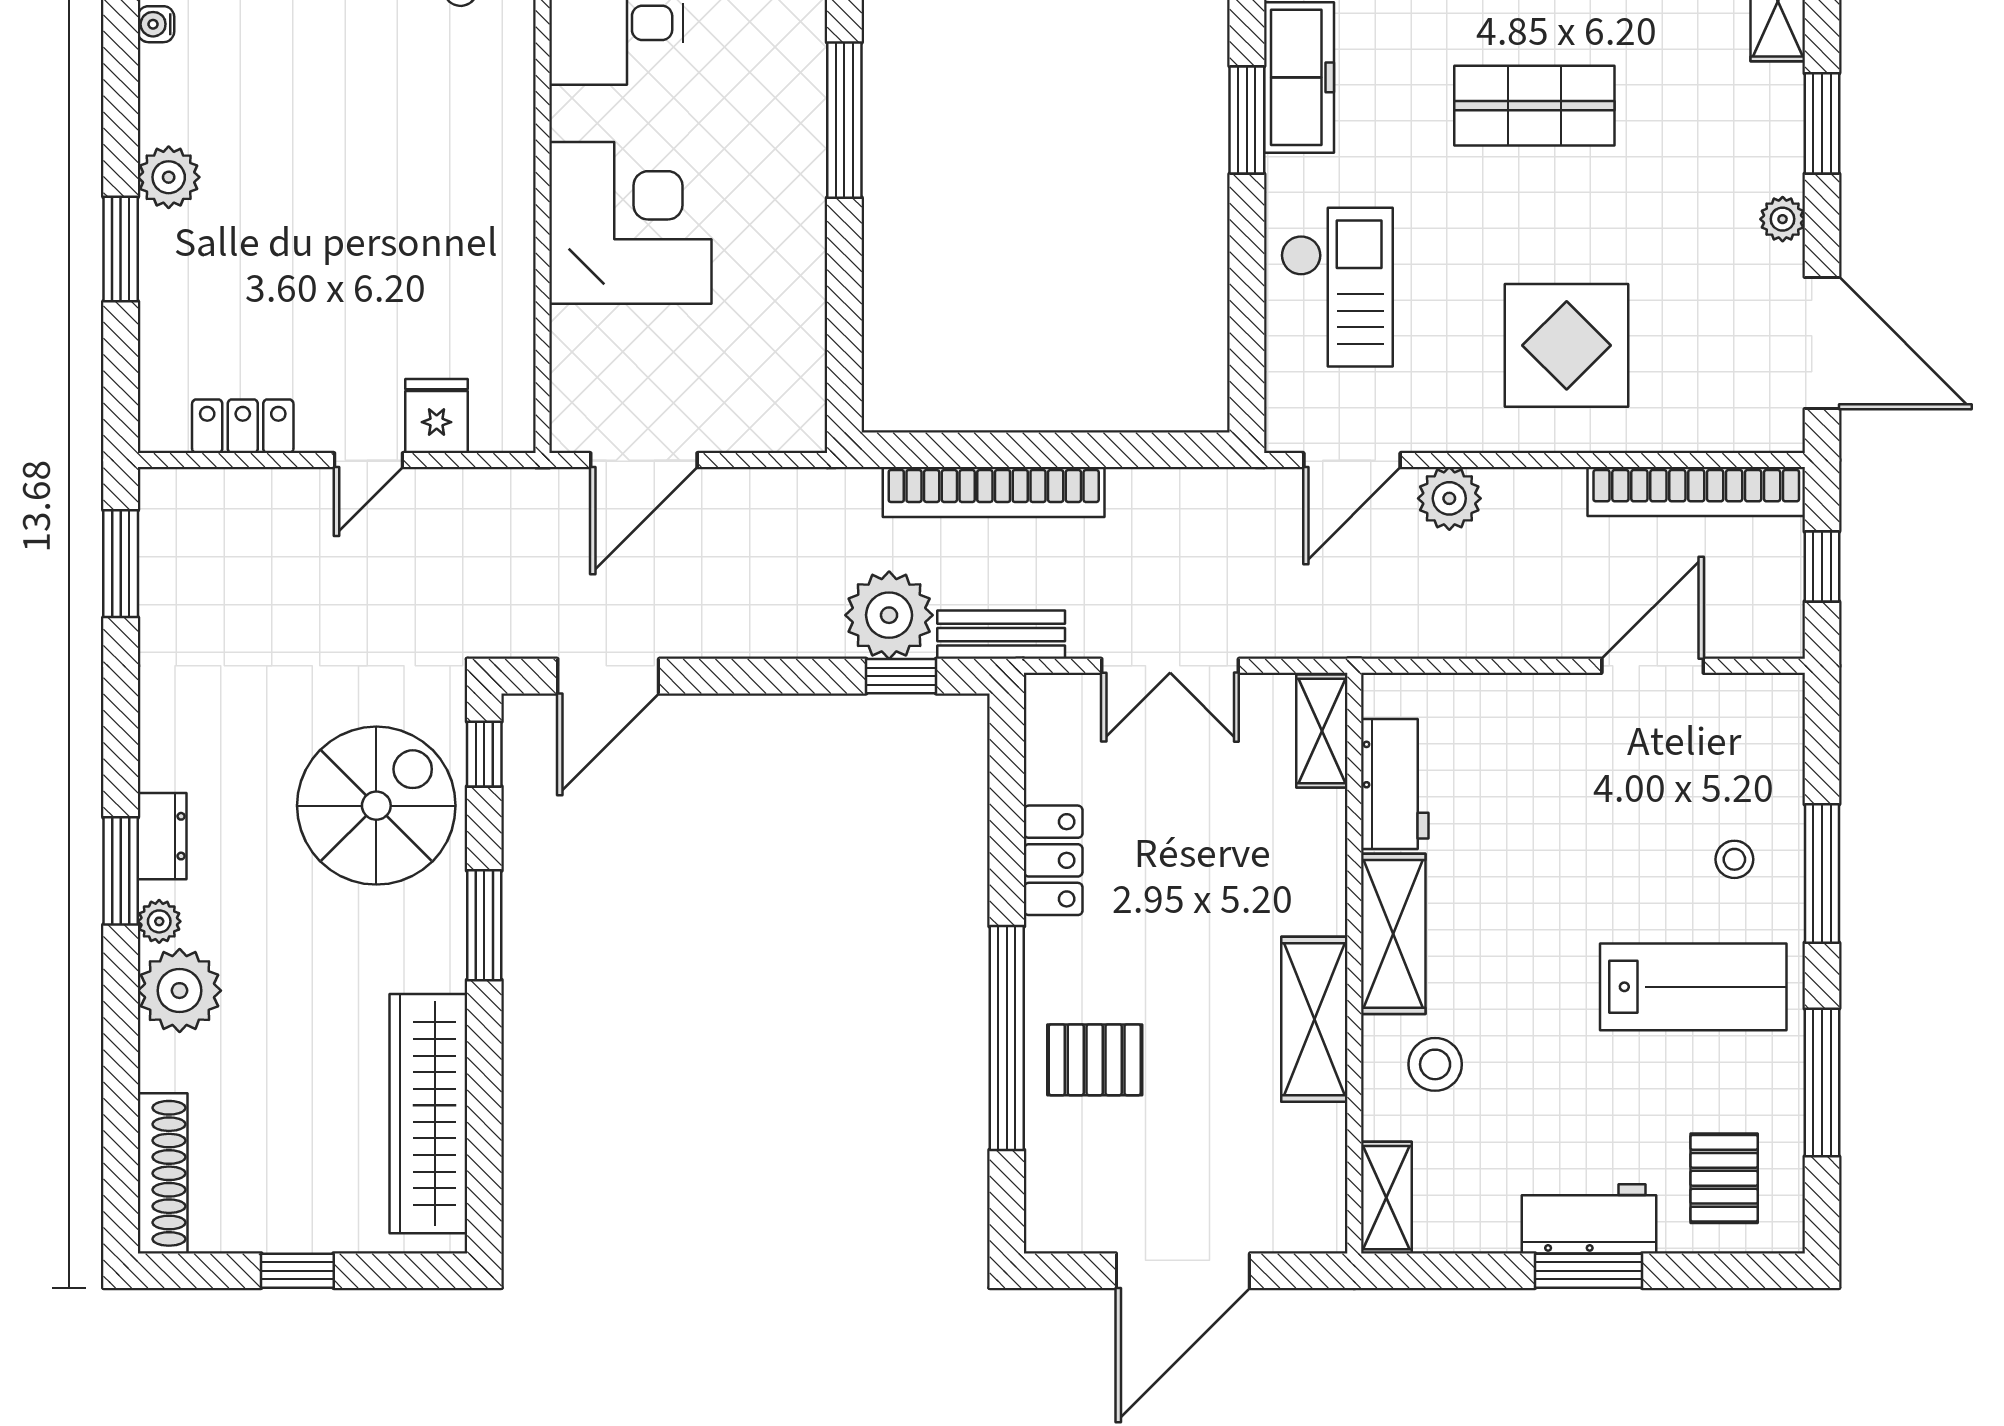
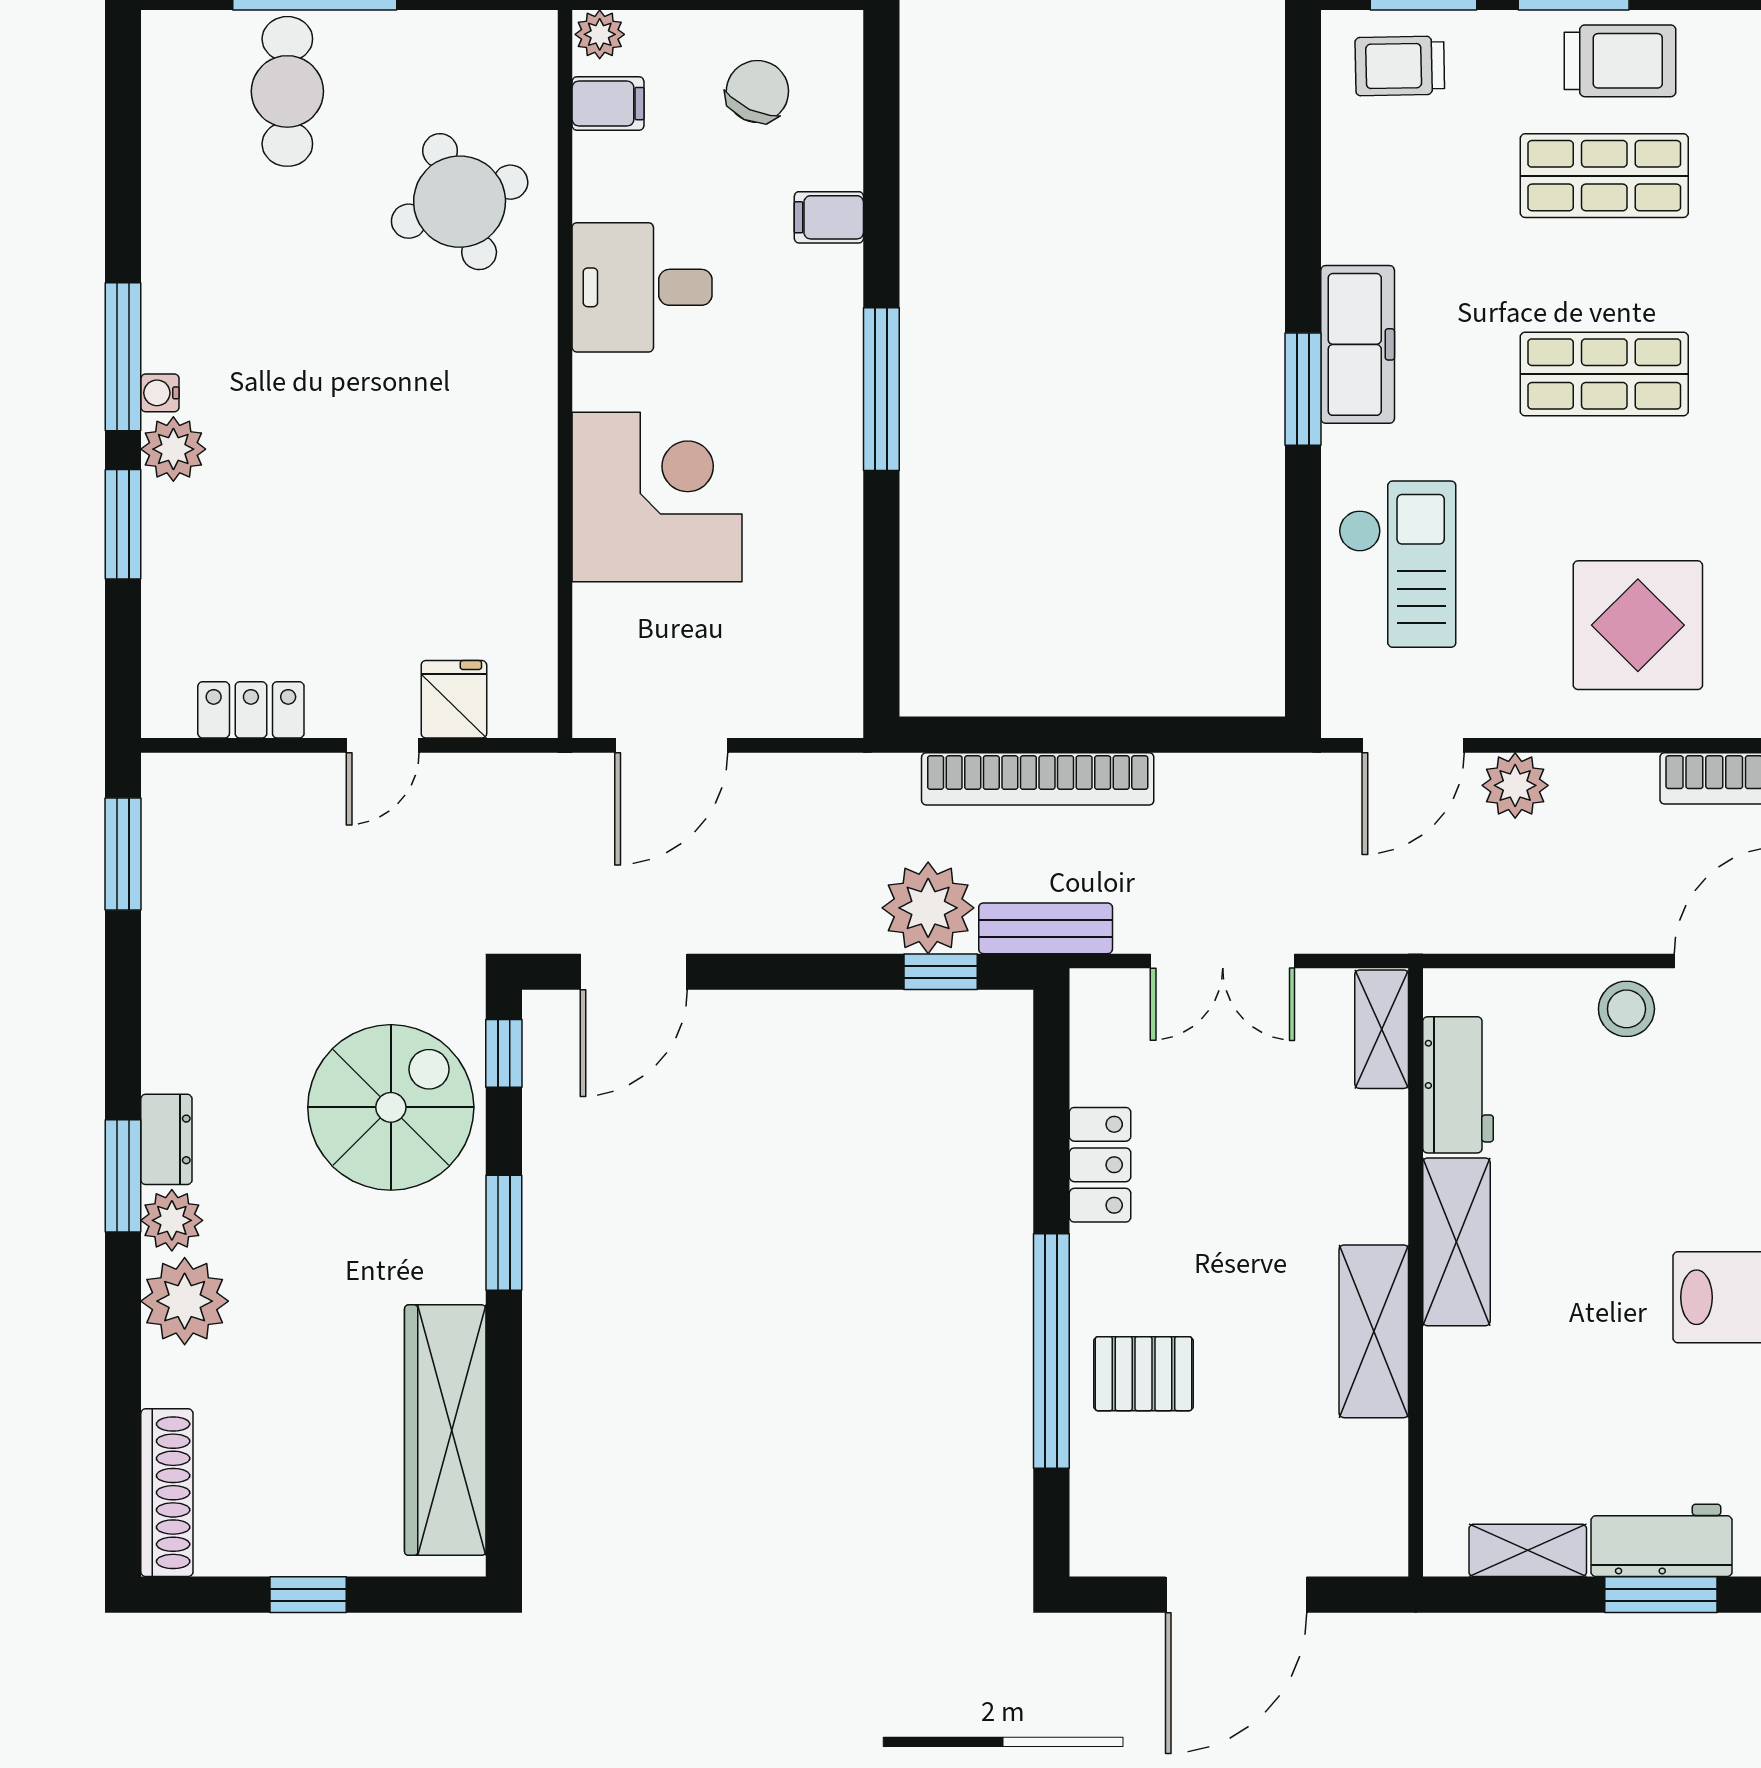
water cooler: (156, 24) -> (160, 393), moved
window: (121, 89) -> (123, 357), added
plant: (159, 921) -> (172, 1220), width x1.38, depth x1.38
stool: (1435, 1064) -> (1626, 1009), moved
shelving: (1386, 1198) -> (1528, 1550), moved, turned 90

